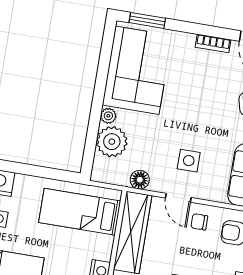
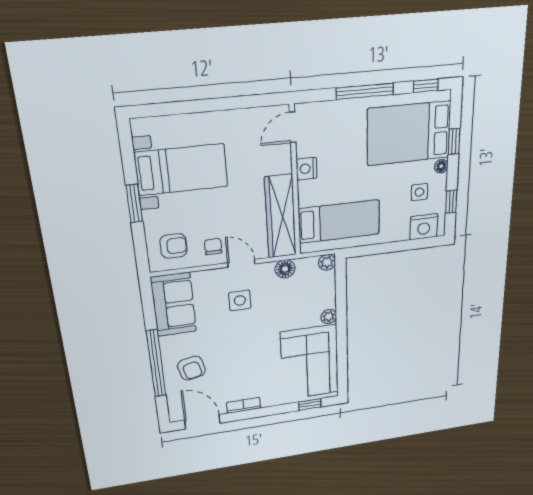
window: (147, 20) -> (310, 404), width x0.67
plant: (112, 142) -> (327, 262), moved, width x0.53, depth x0.53
chair: (199, 222) -> (213, 247), turned -90

